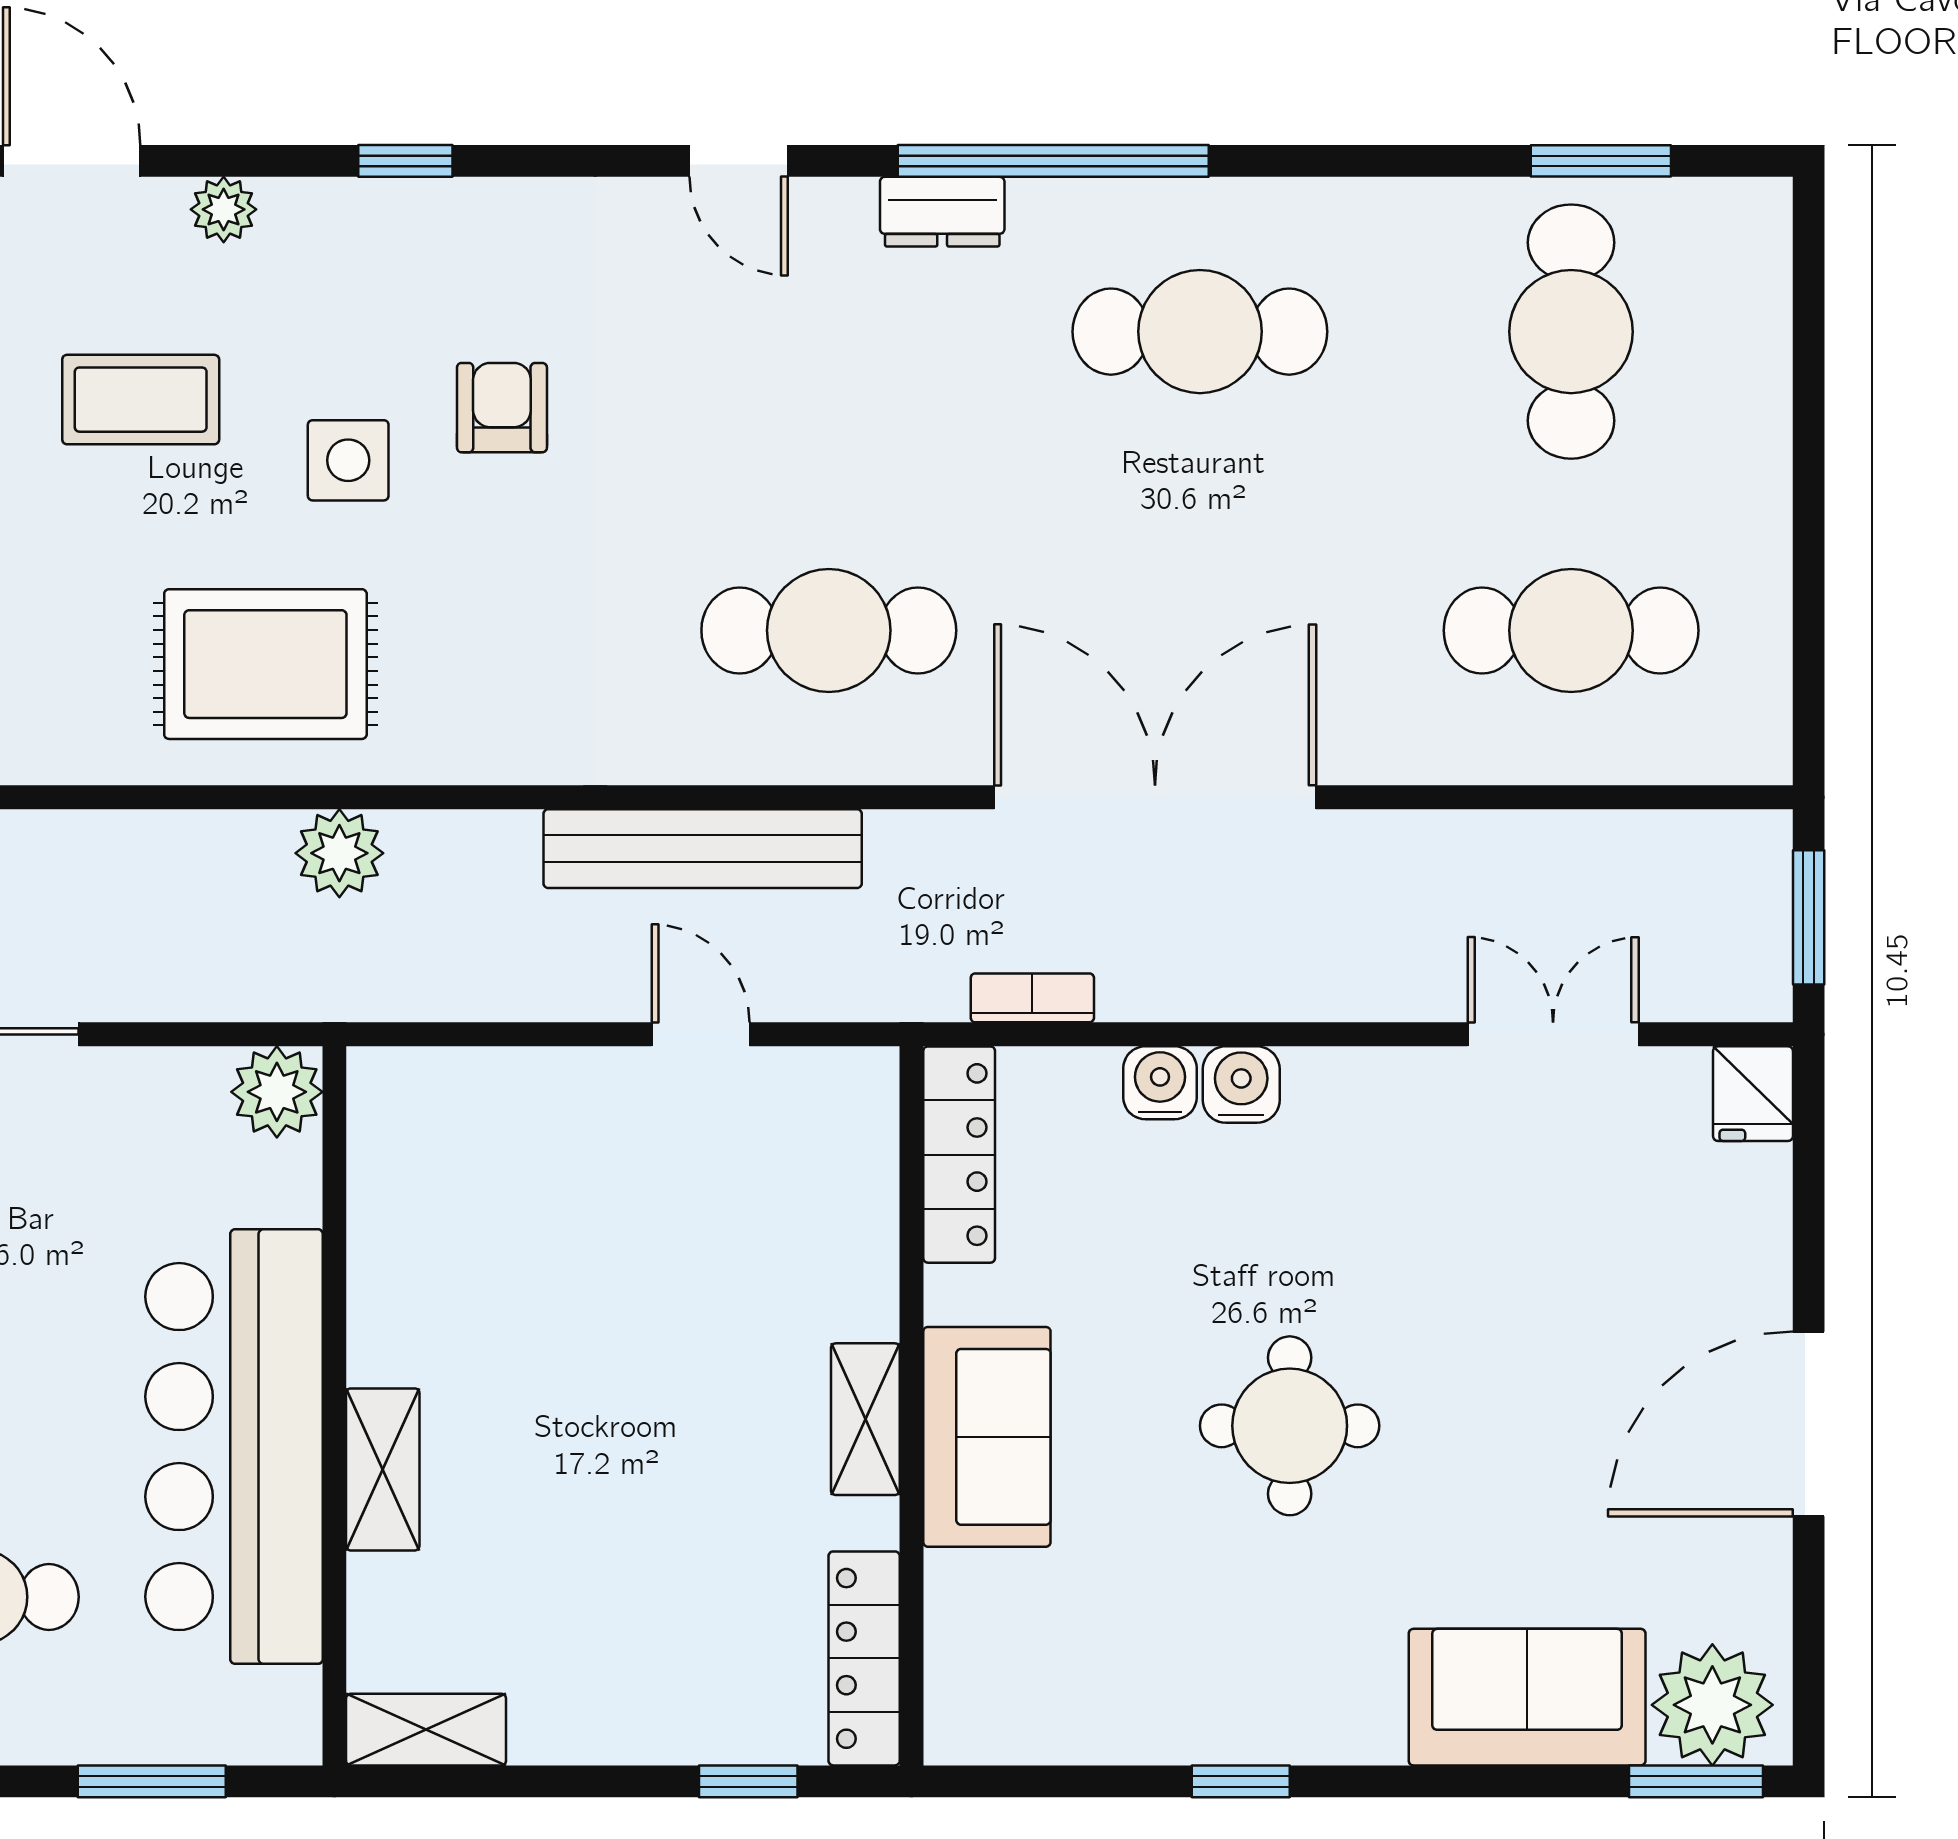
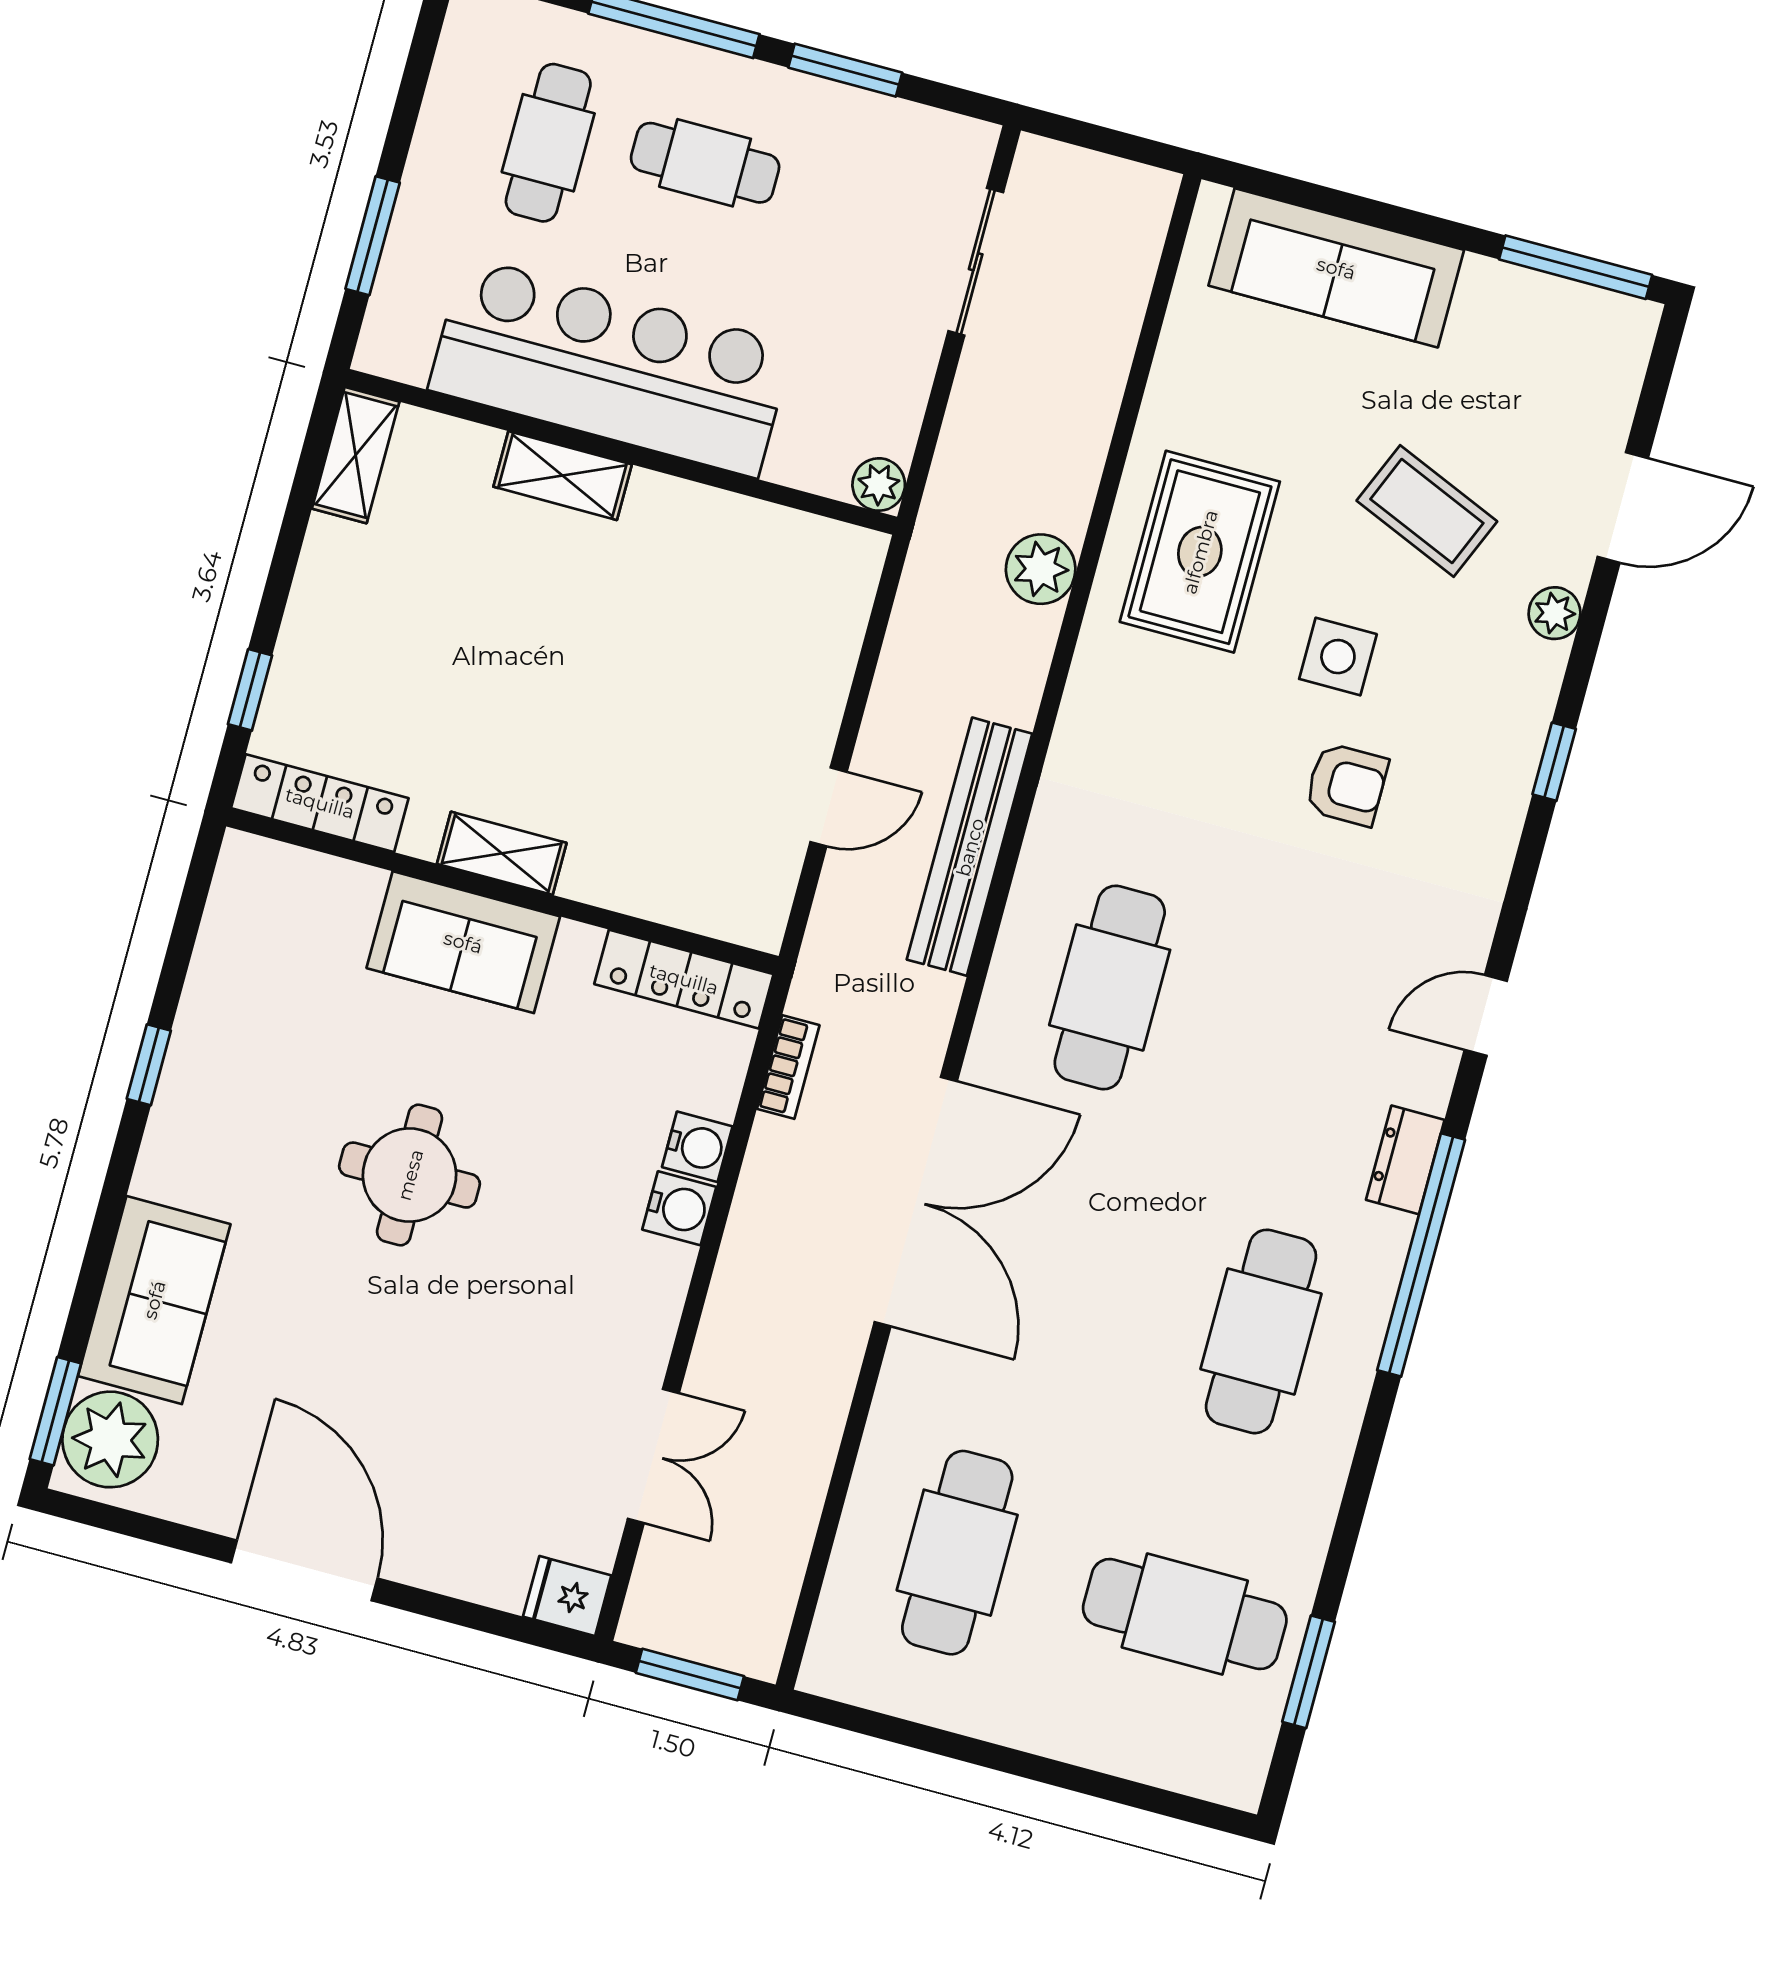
coffee table: (141, 400) -> (1427, 511), turned -67
plant: (277, 1092) -> (879, 485), width x0.73, depth x0.73

